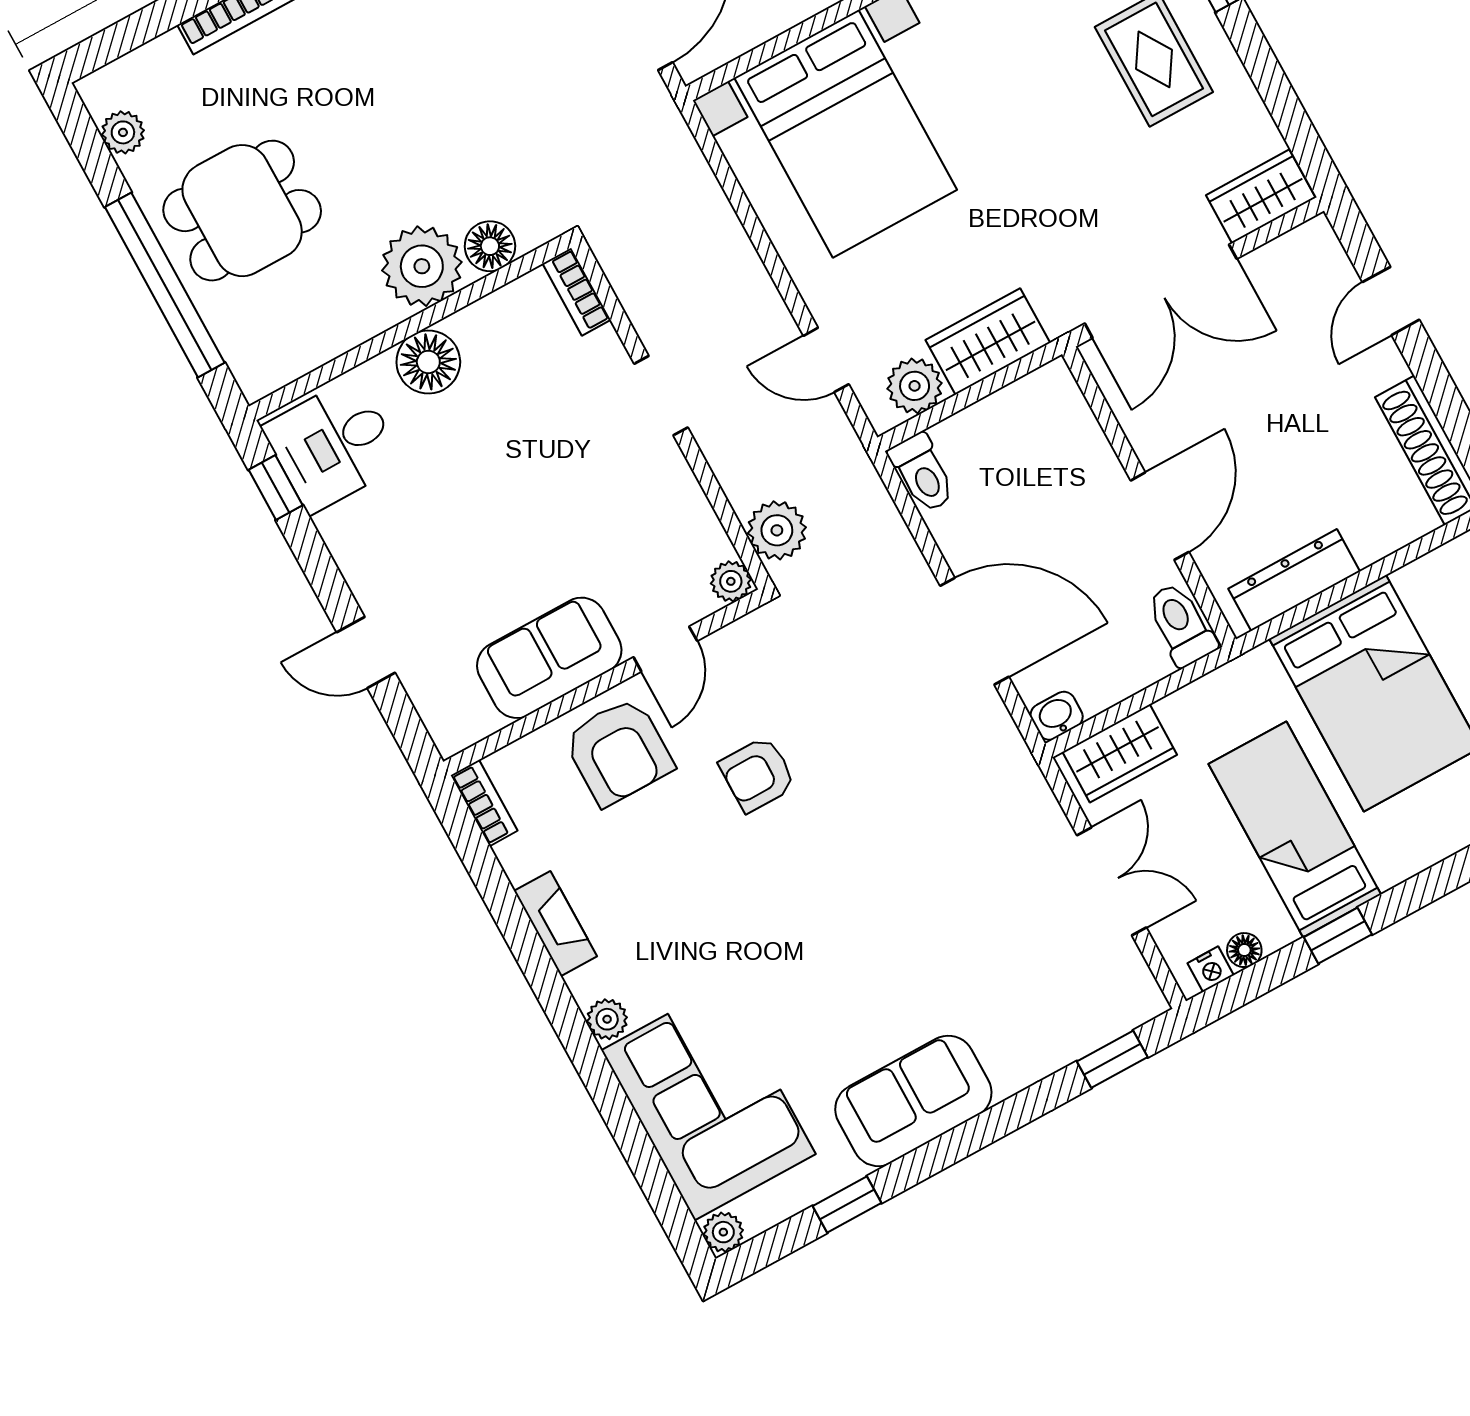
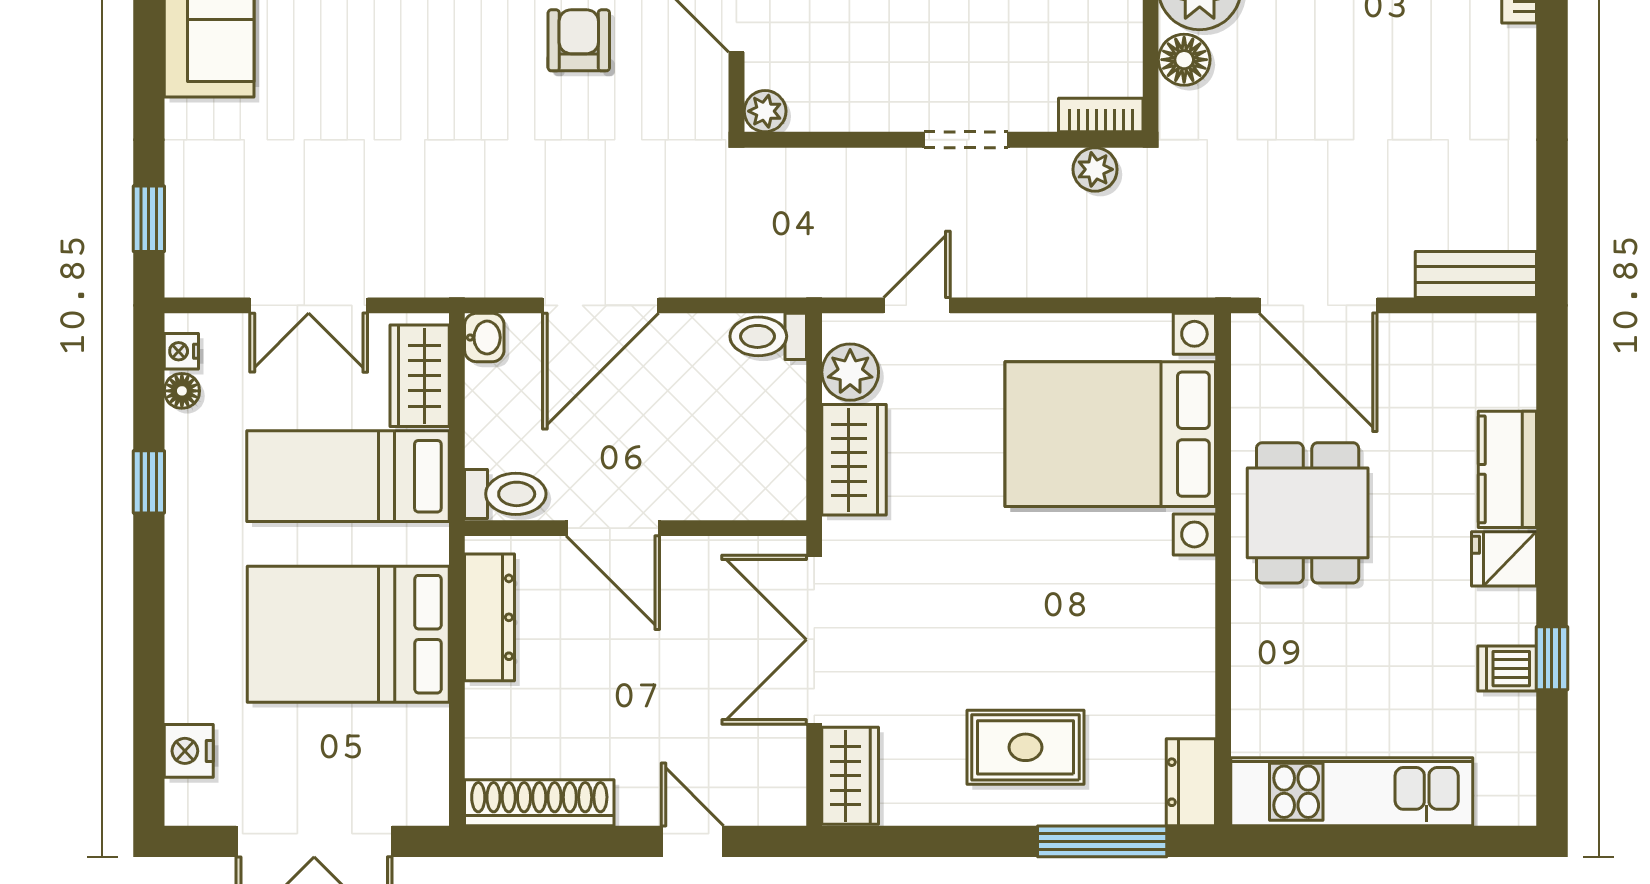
plant: (777, 530) -> (1095, 169), moved, width x0.73, depth x0.73
bed: (1295, 829) -> (348, 476), moved, turned 180

